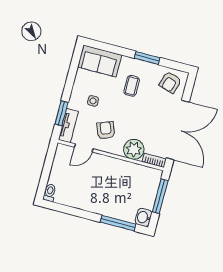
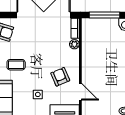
armchair: (106, 130) -> (60, 77), turned 88
plant: (134, 149) -> (74, 44), width x0.53, depth x0.53

